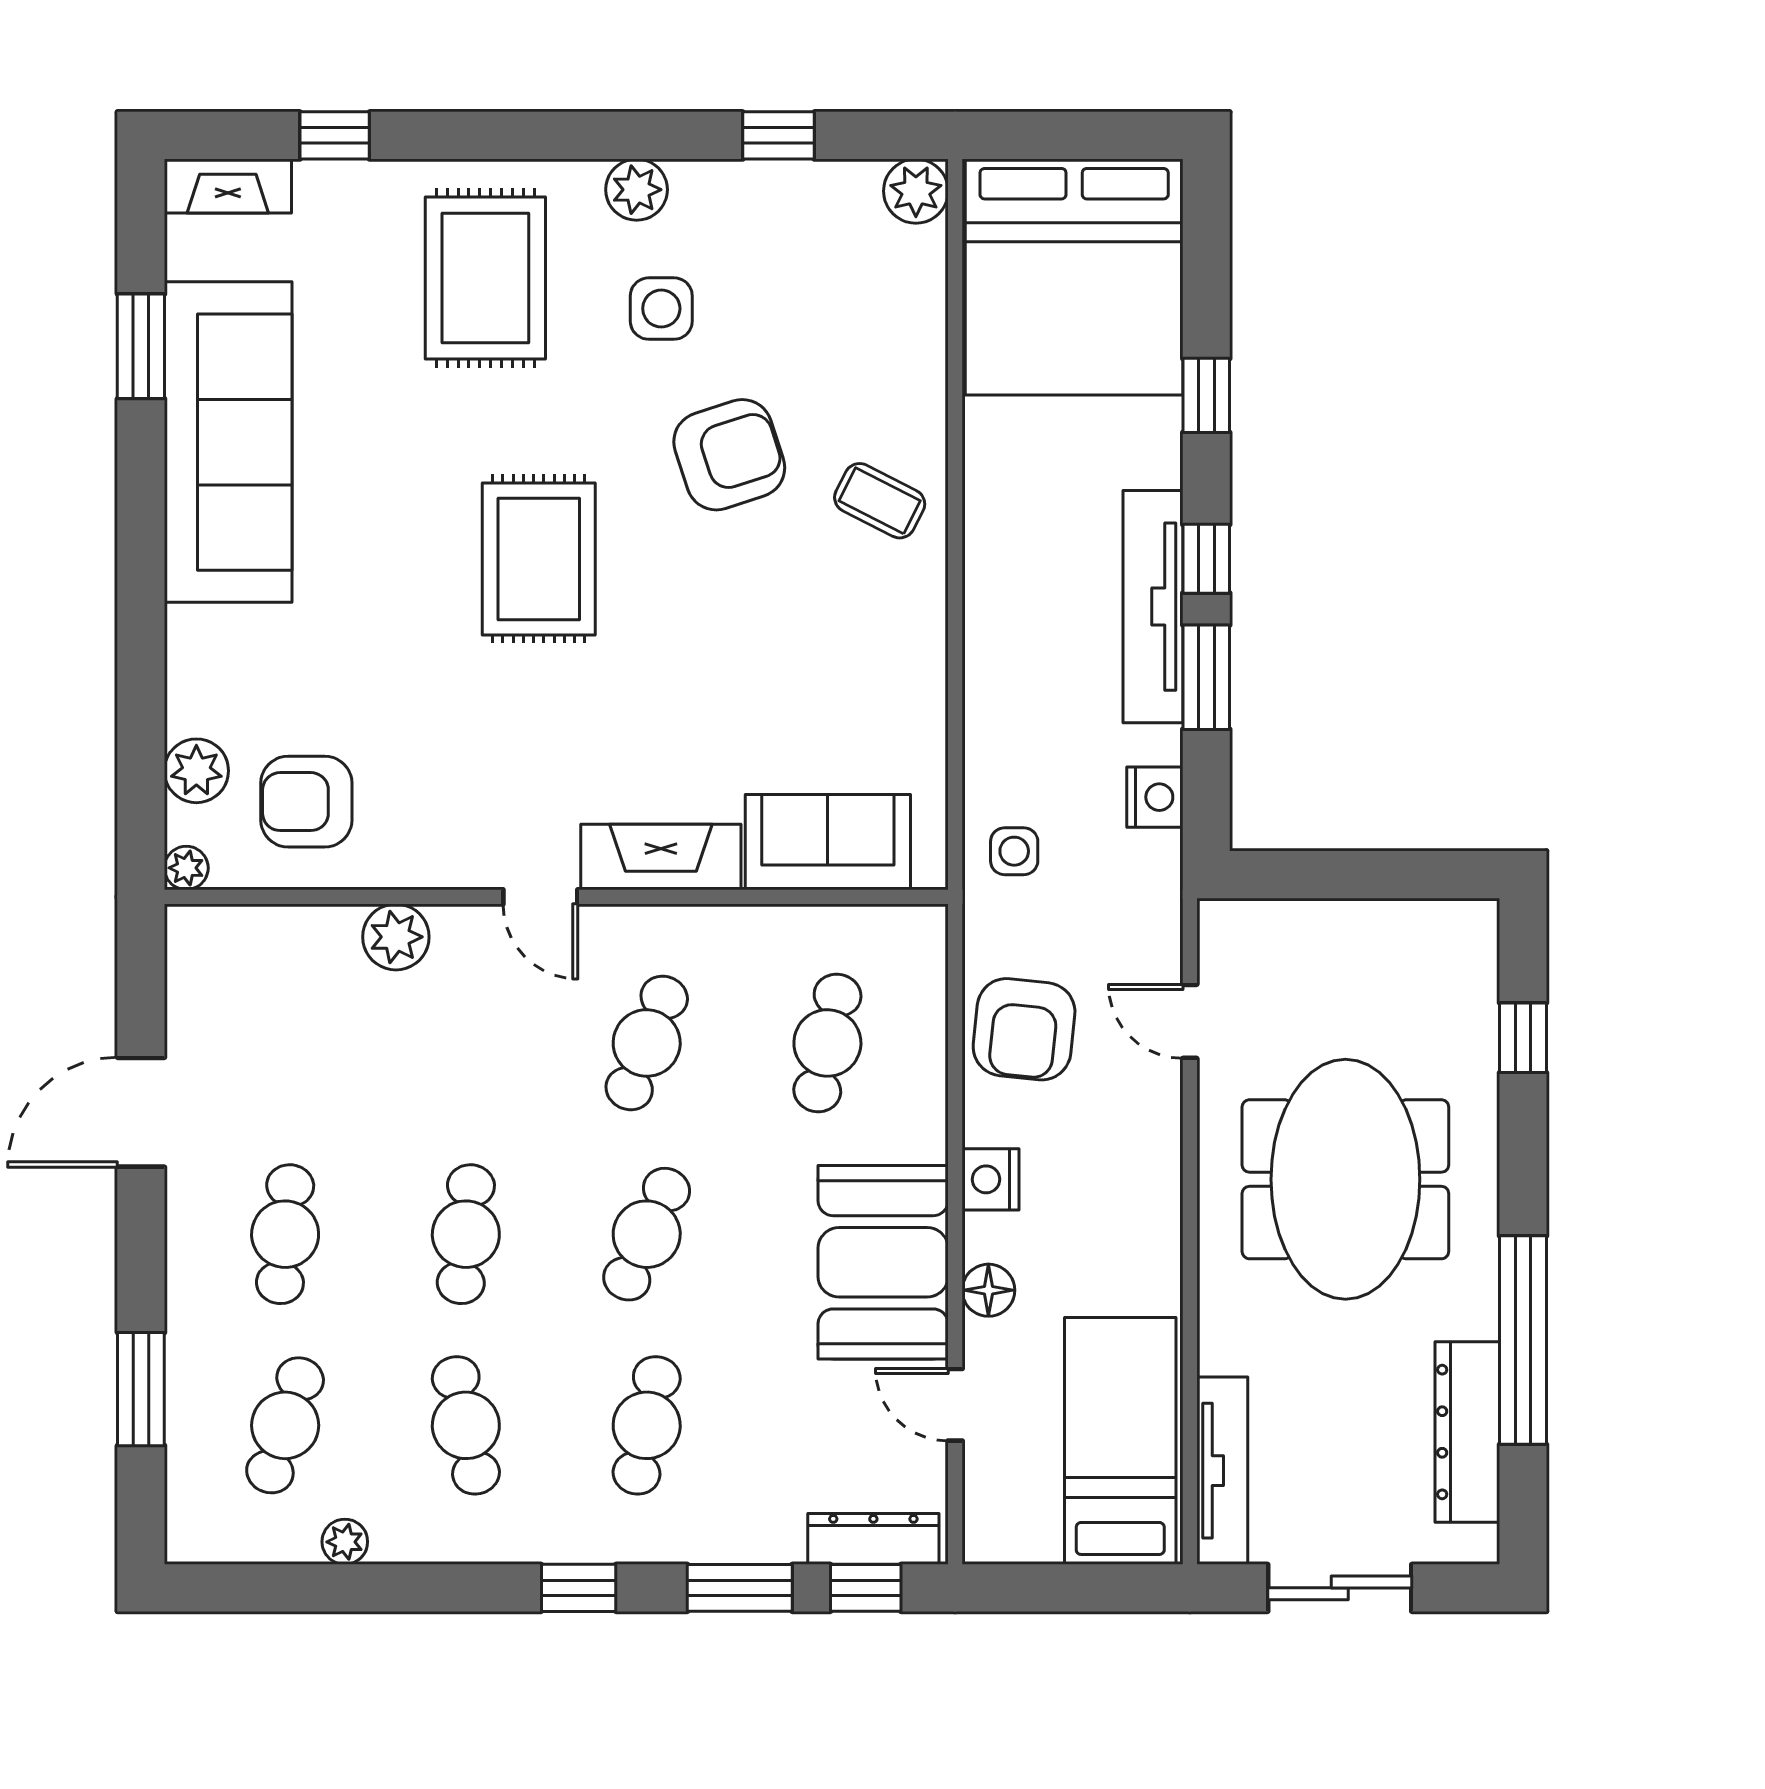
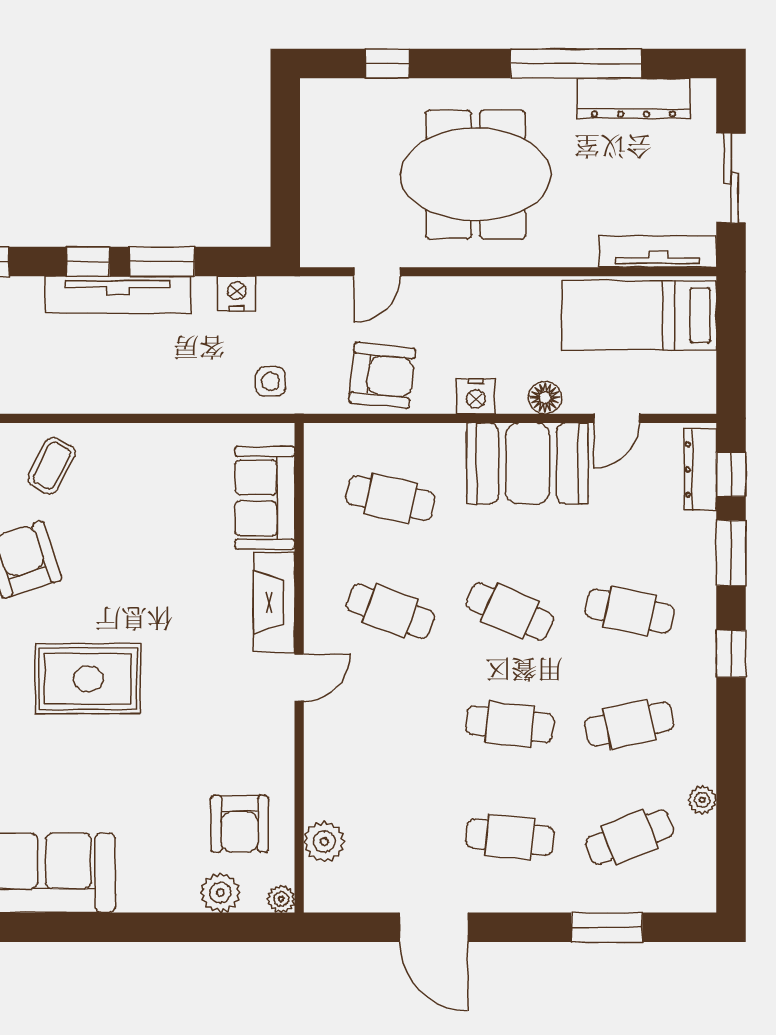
plant: (396, 937) -> (324, 842), moved
cafe table: (285, 1425) -> (629, 837), turned -39

